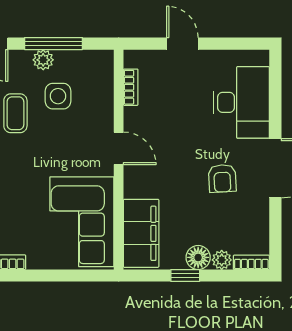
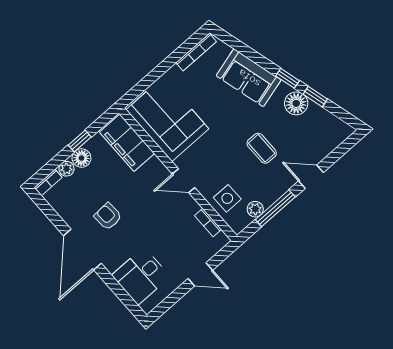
plant: (43, 60) -> (255, 209), moved
side table: (58, 96) -> (227, 198), moved
desk: (241, 102) -> (141, 276), width x0.73

